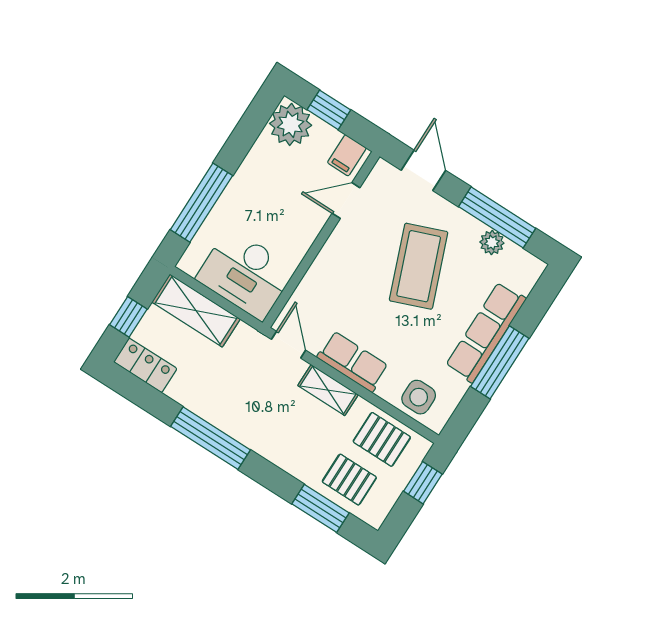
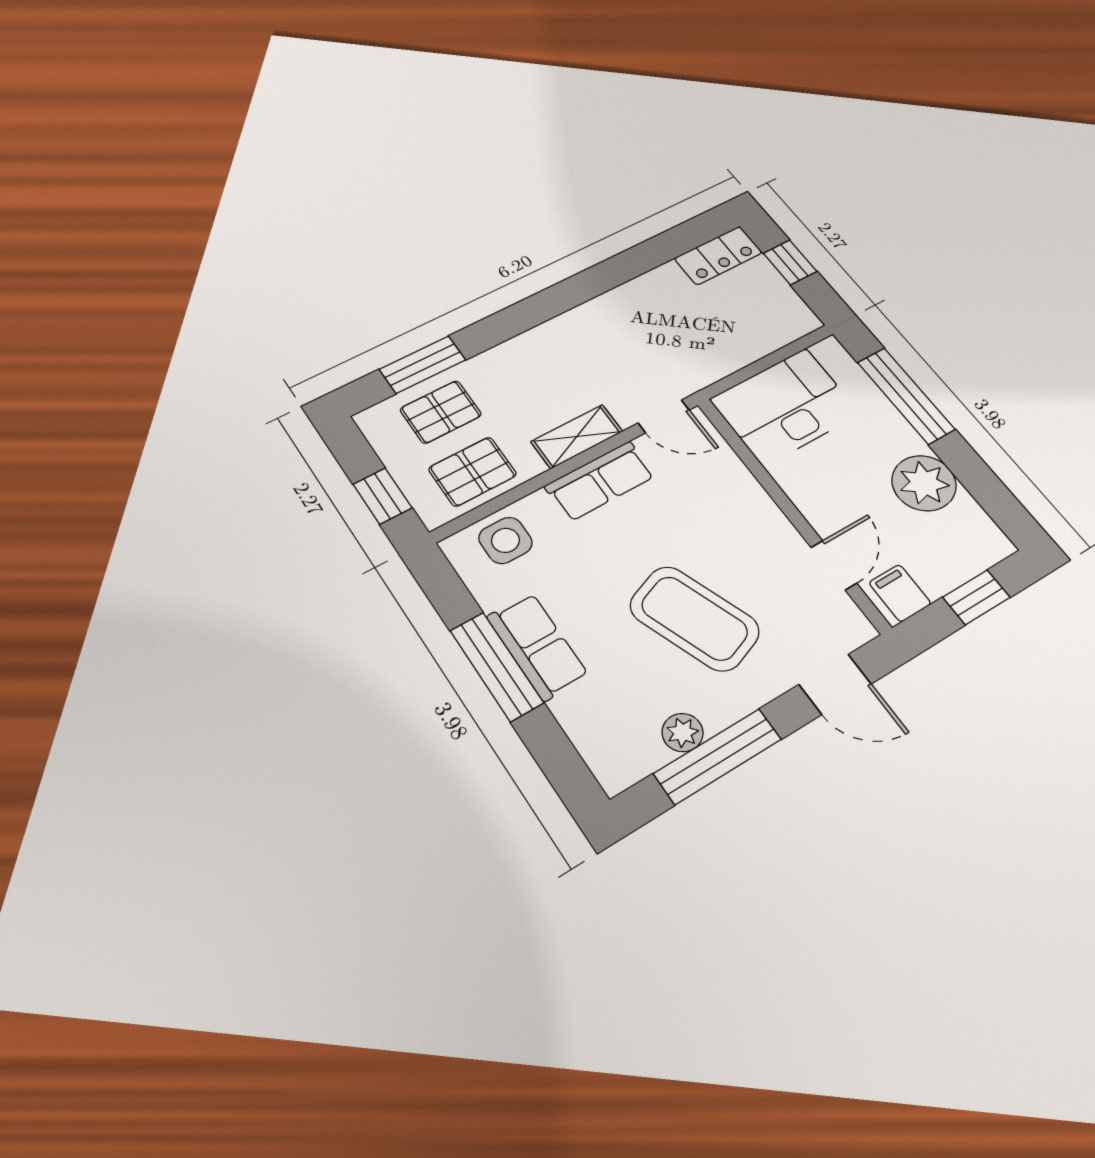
plant: (291, 124) -> (924, 483), moved
shelving: (196, 311) -> (763, 334), removed
row of seats: (486, 332) -> (537, 646), width x0.68
window: (211, 438) -> (587, 285), removed

